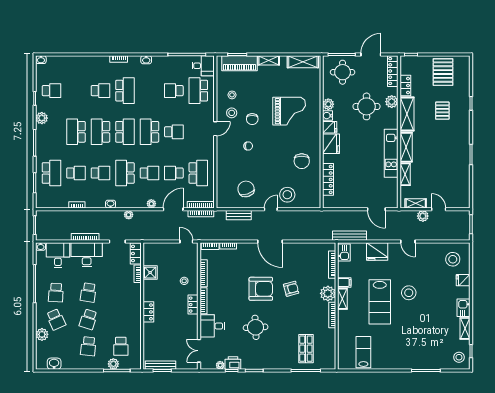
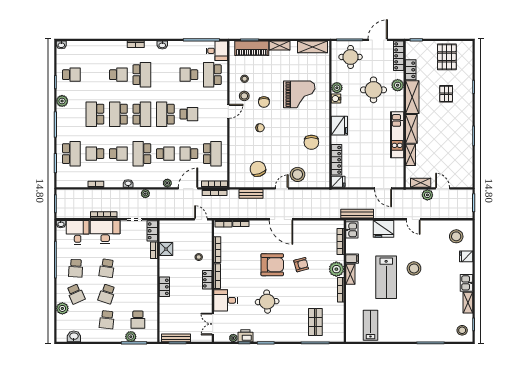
fridge: (330, 127) -> (338, 182), moved
school desk: (76, 173) -> (95, 154), turned 180

